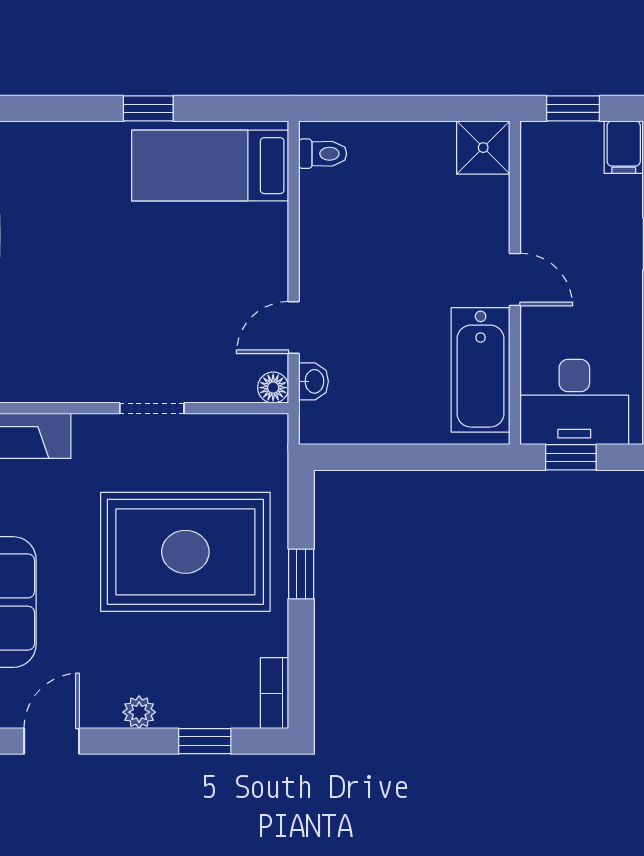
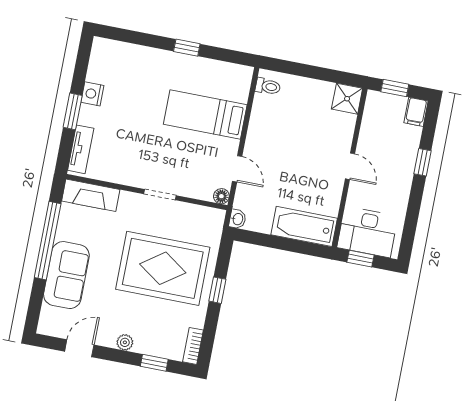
bed: (210, 166) -> (205, 114), moved
door: (294, 328) -> (237, 169), swing flipped
bathtub: (481, 370) -> (304, 226), moved, turned 90
washbasin: (314, 381) -> (237, 219), moved

